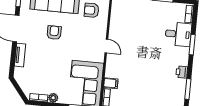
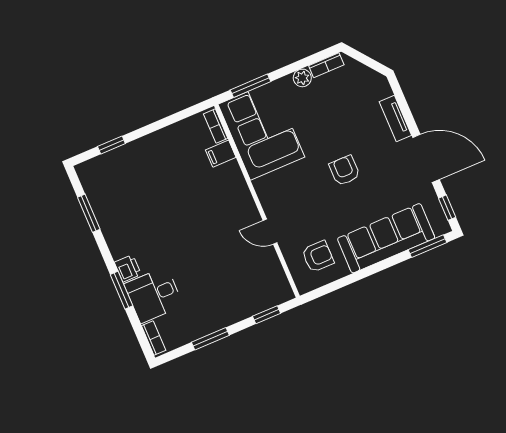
armchair: (54, 33) -> (344, 170), moved, turned 180
door: (106, 46) -> (270, 232), moved
printer: (182, 72) -> (128, 268), moved

